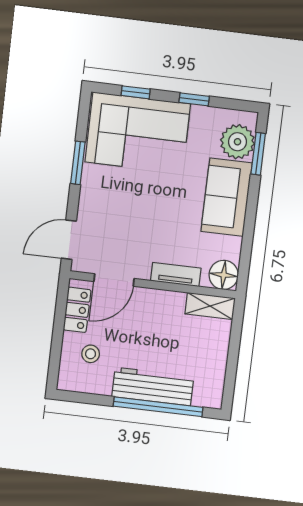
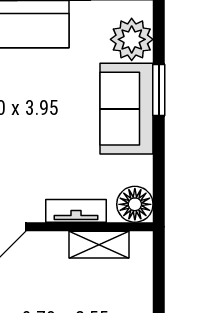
window: (258, 154) -> (159, 90), moved
shelving: (210, 306) -> (99, 245), moved

